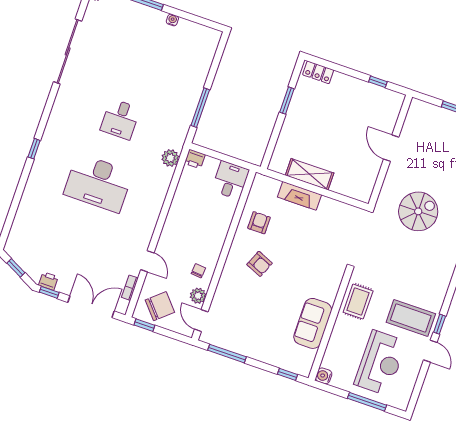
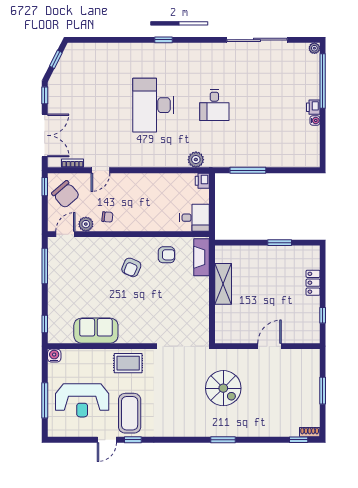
locker: (318, 72) -> (313, 283), moved
desk: (120, 119) -> (214, 105), turned -90
fireplace: (300, 196) -> (202, 257), moved
printer: (48, 281) -> (313, 107), moved, turned 180

